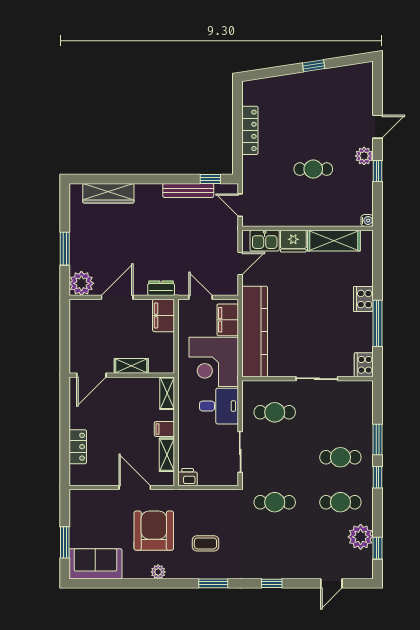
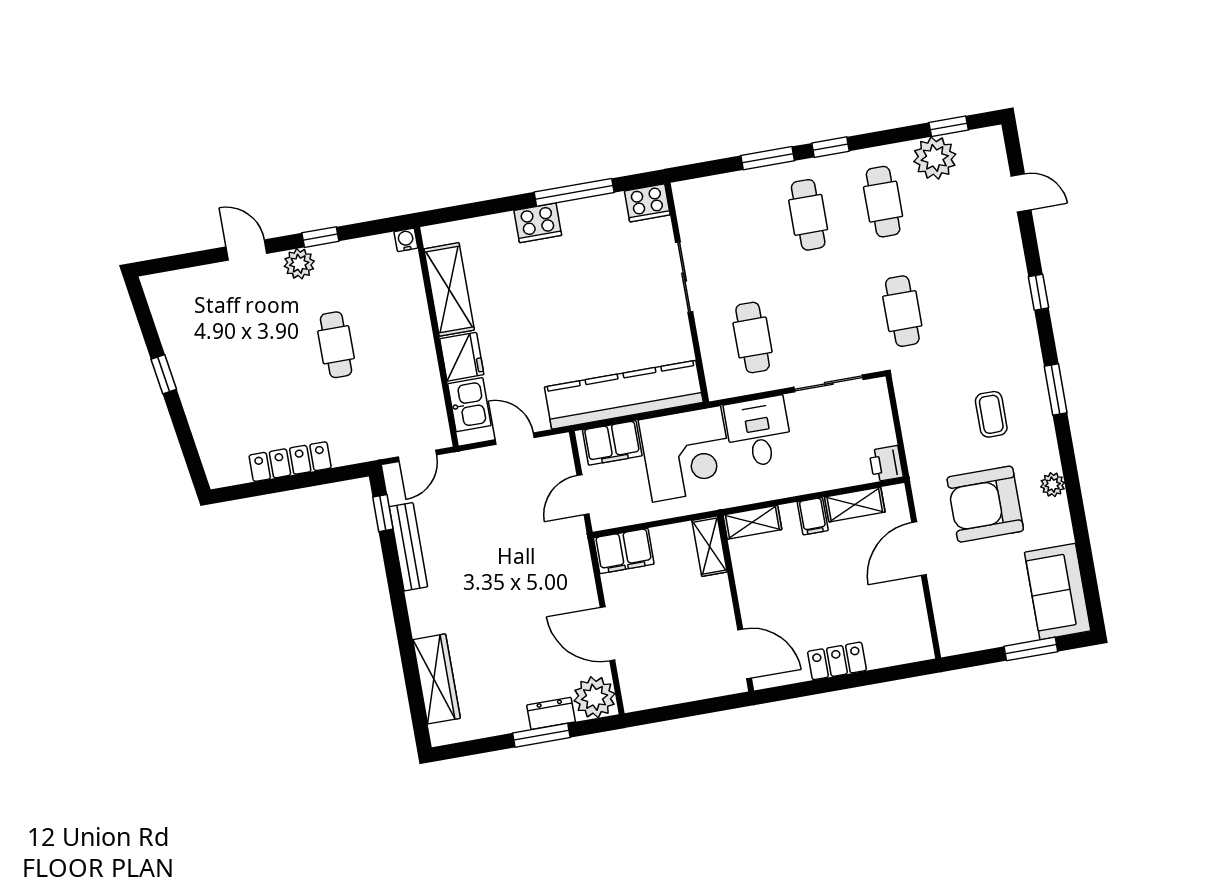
dresser: (161, 288) -> (551, 713), moved, turned 90
shelving: (131, 366) -> (710, 546), moved
locker: (78, 447) -> (837, 661), moved

